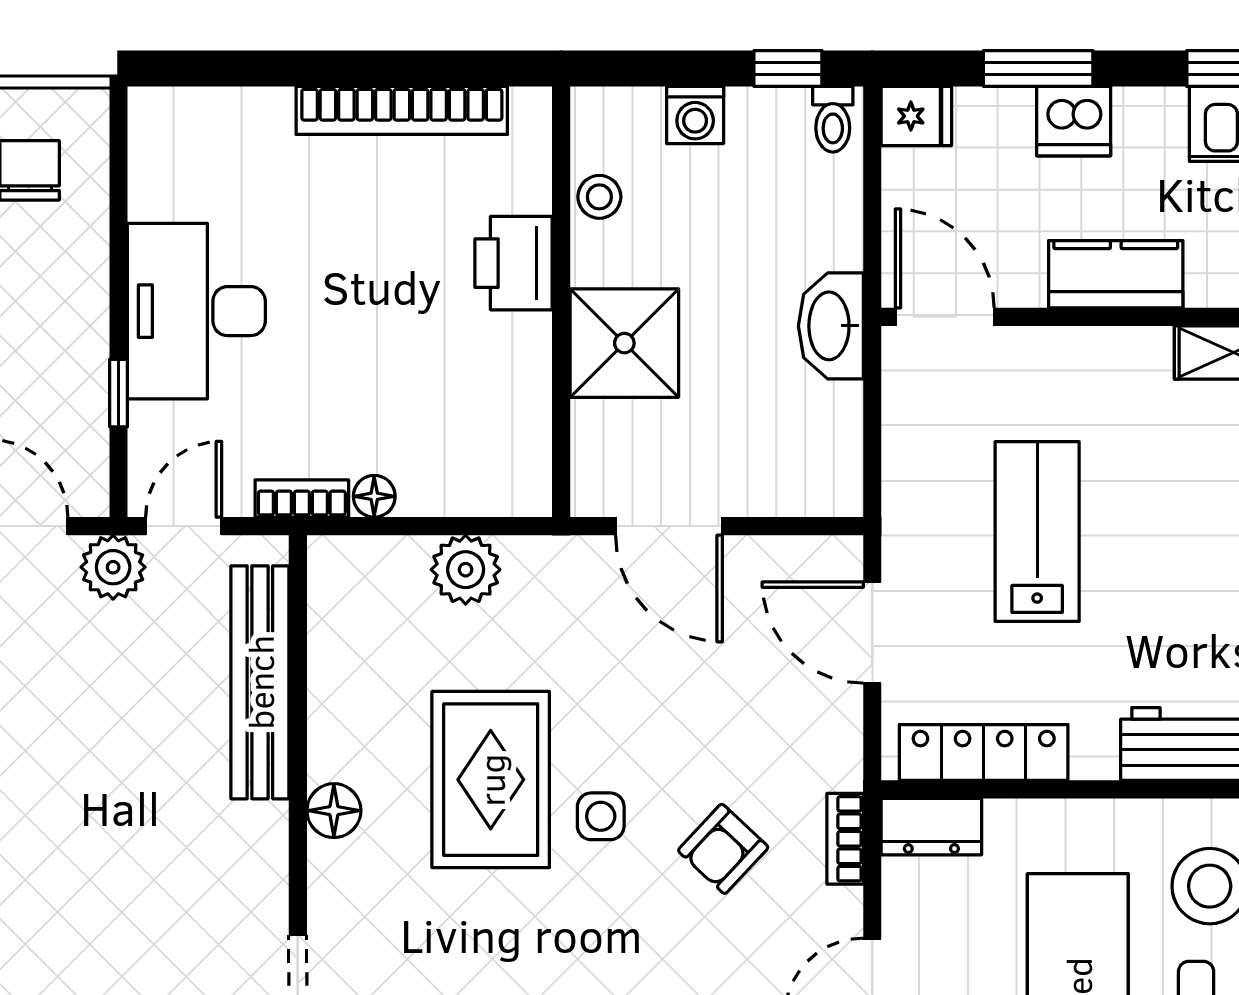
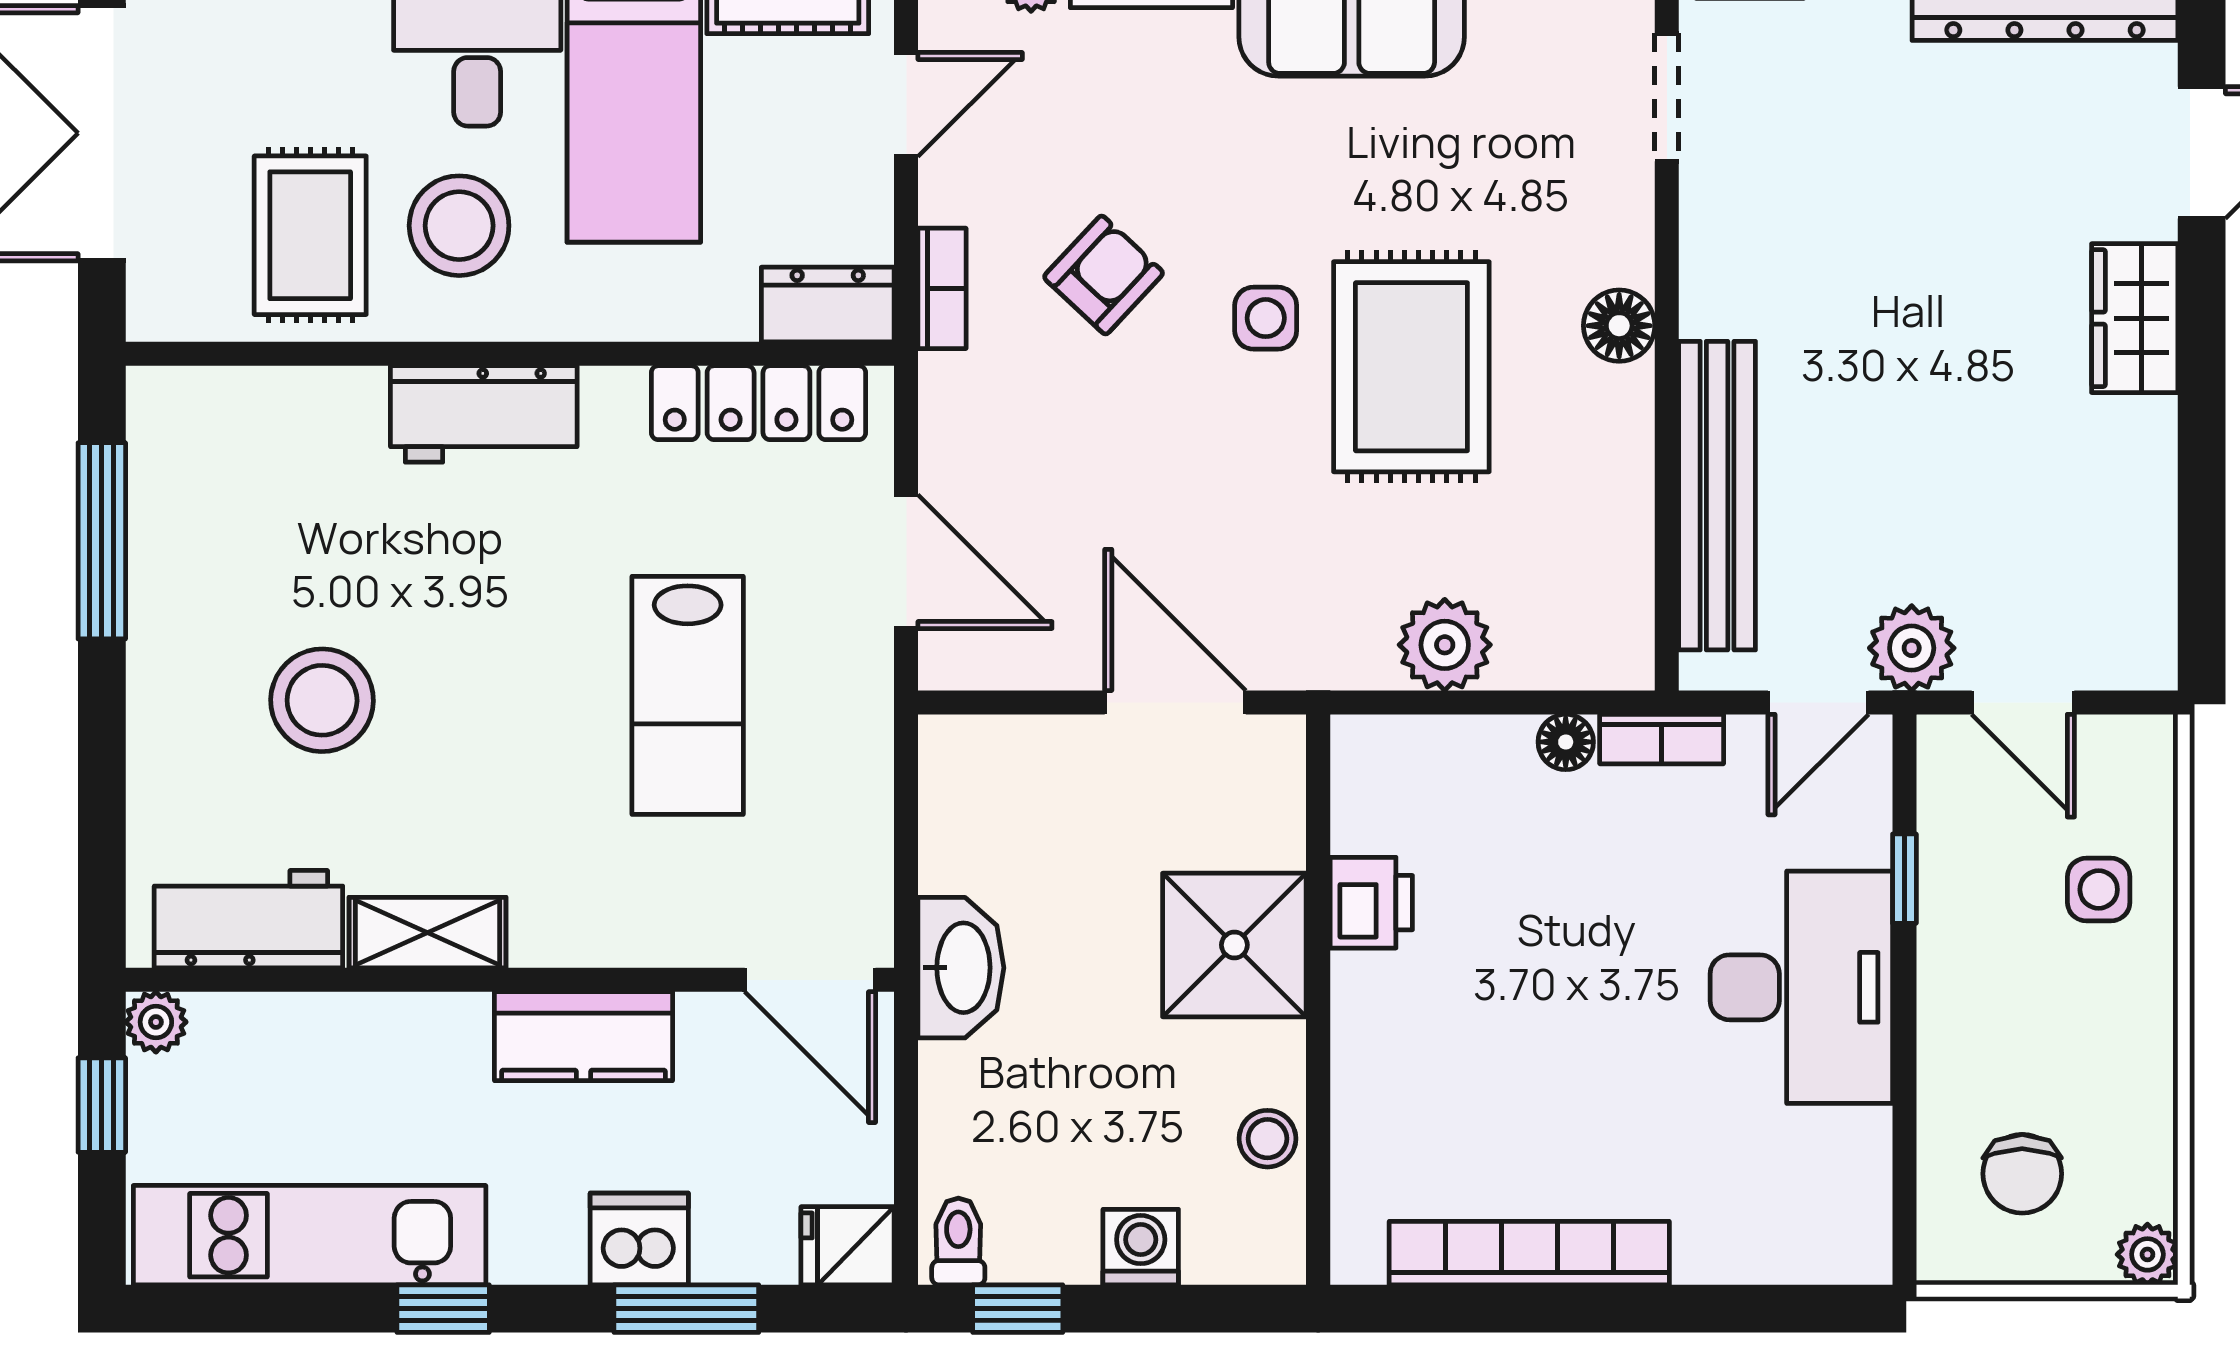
printer: (514, 263) -> (1371, 903), moved, width x0.73, depth x0.81

